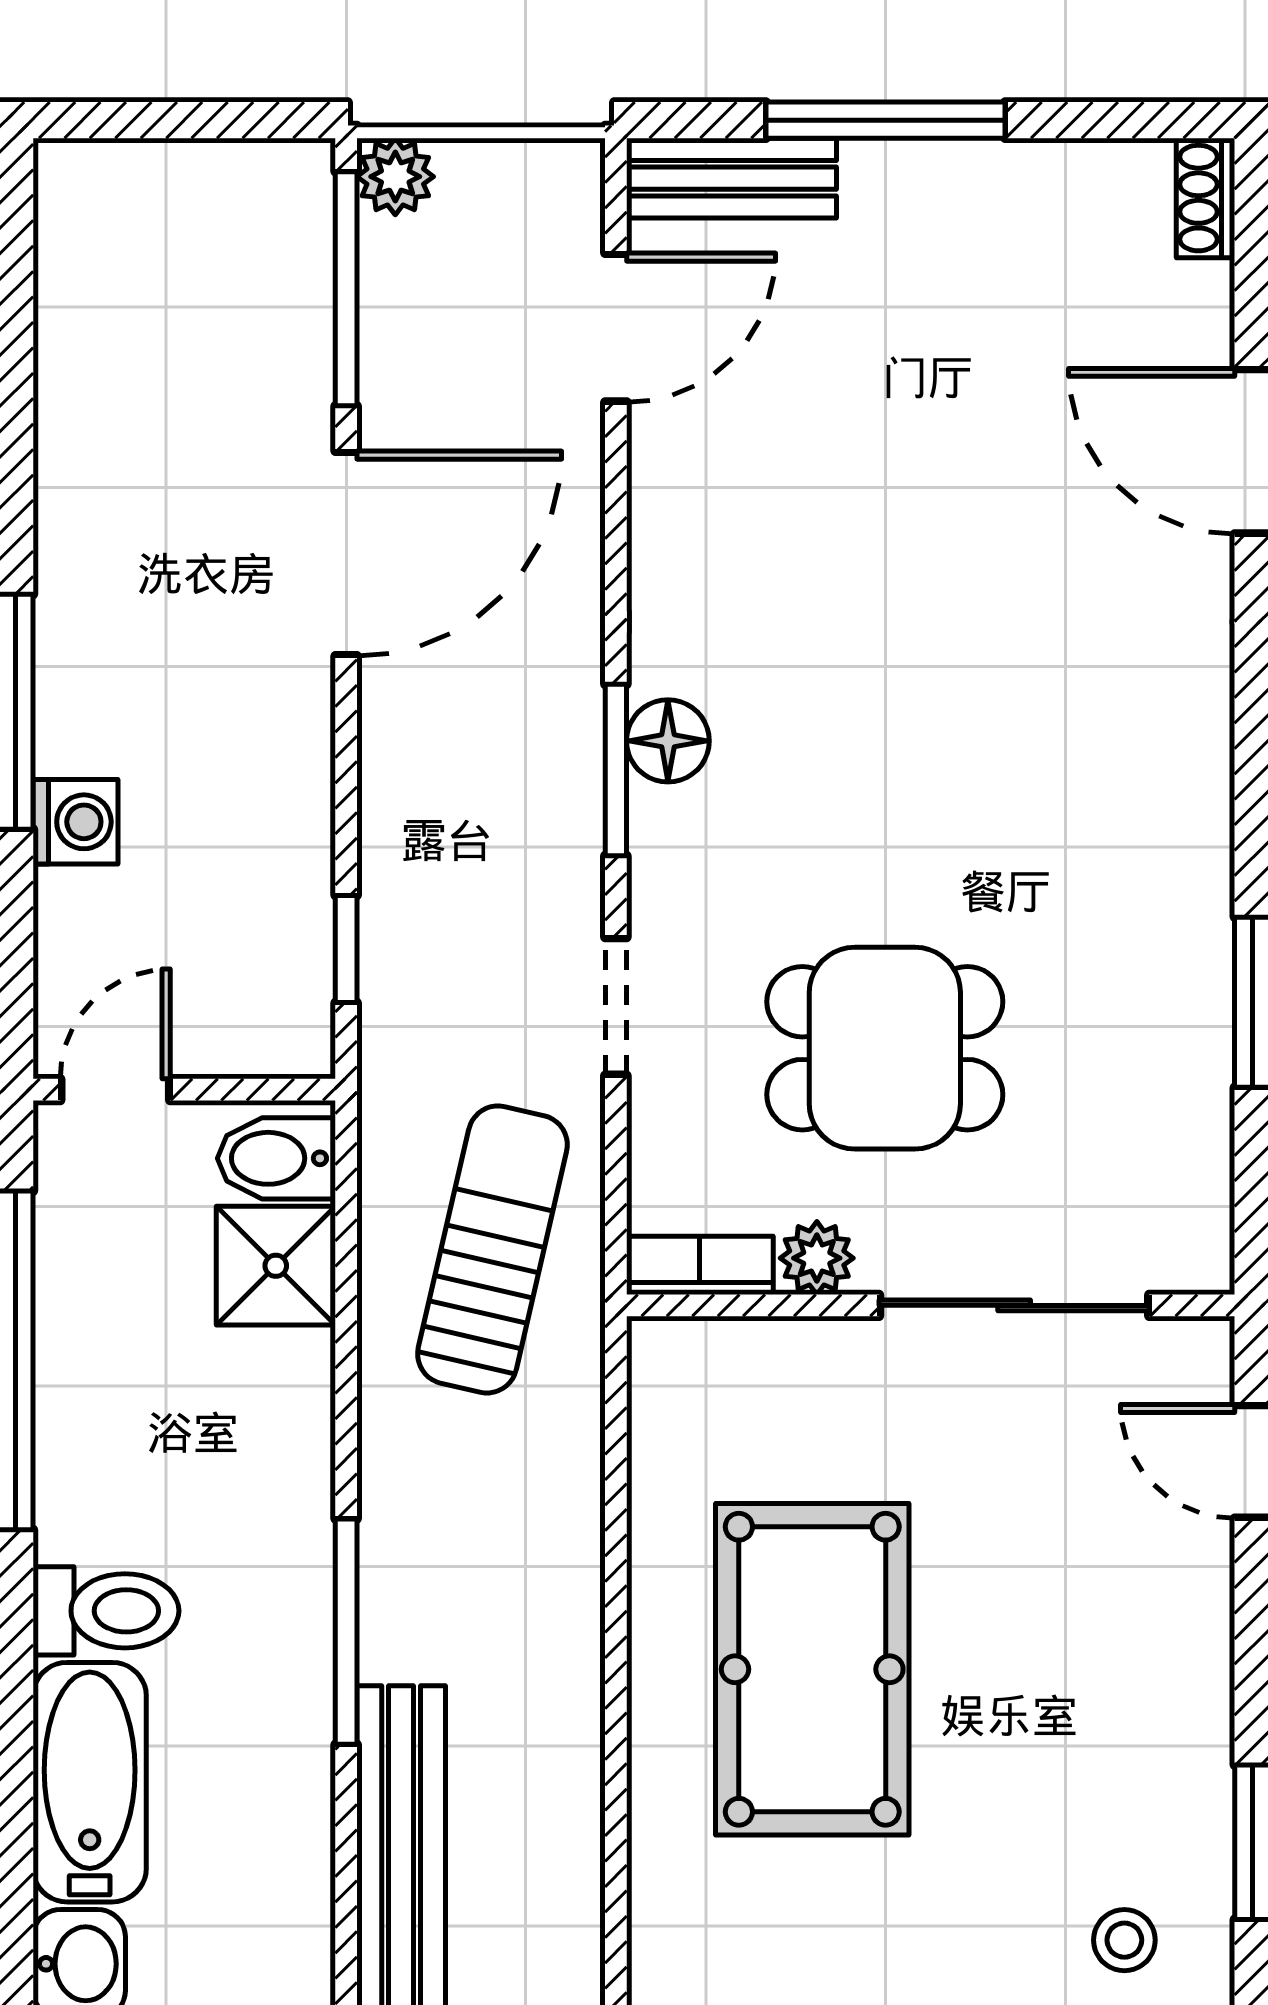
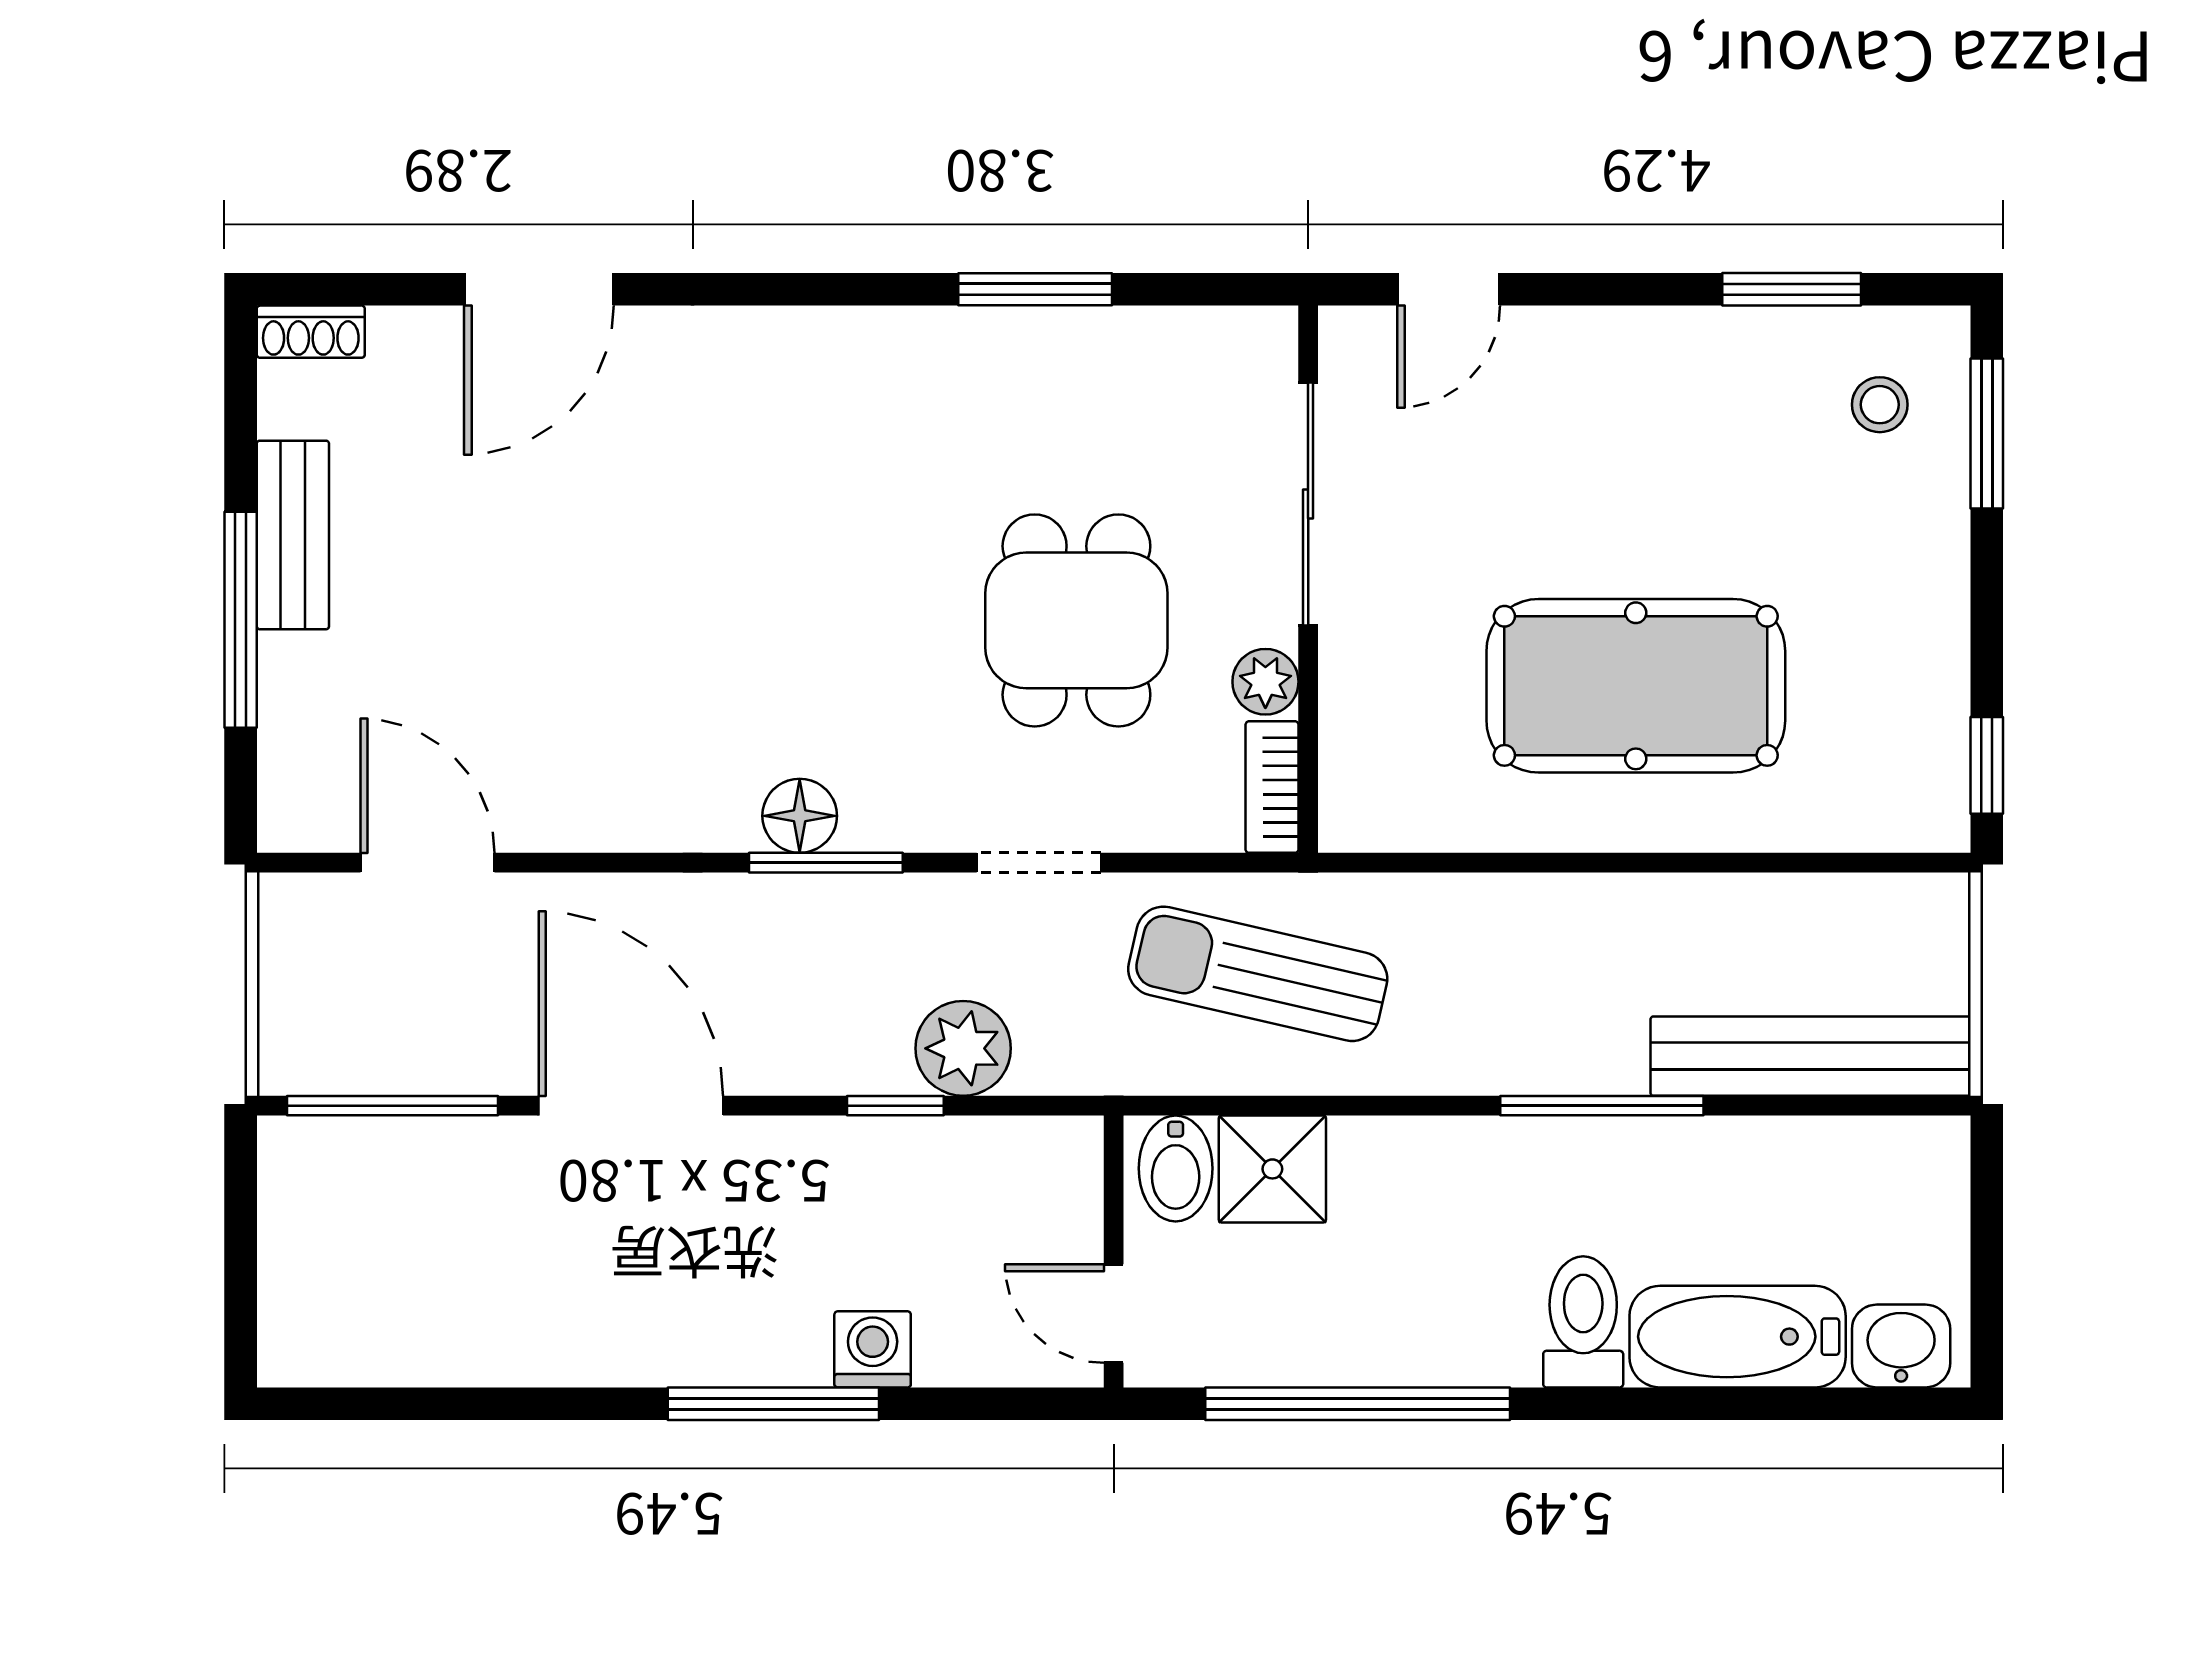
plant: (395, 177) -> (963, 1048), moved, width x1.38, depth x1.38
bench: (731, 178) -> (293, 535), moved
window: (346, 949) -> (895, 1106), moved

